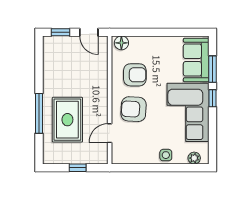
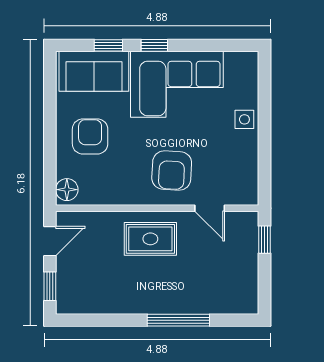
window: (213, 69) -> (108, 45), width x0.67
armchair: (135, 75) -> (90, 136), moved
rug: (67, 120) -> (150, 239), moved, width x0.73, depth x0.70
plant: (194, 158) -> (249, 74), removed
window: (78, 168) -> (264, 240), moved

